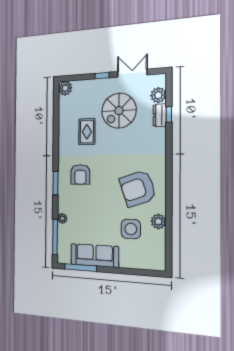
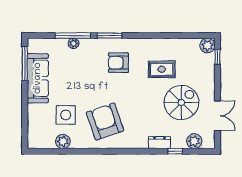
window: (102, 76) -> (217, 57), moved
spiral stairs: (119, 111) -> (181, 102), turned 90
dresser: (160, 115) -> (159, 143), moved
plant: (158, 222) -> (63, 141), moved
window: (55, 237) -> (73, 36), moved

